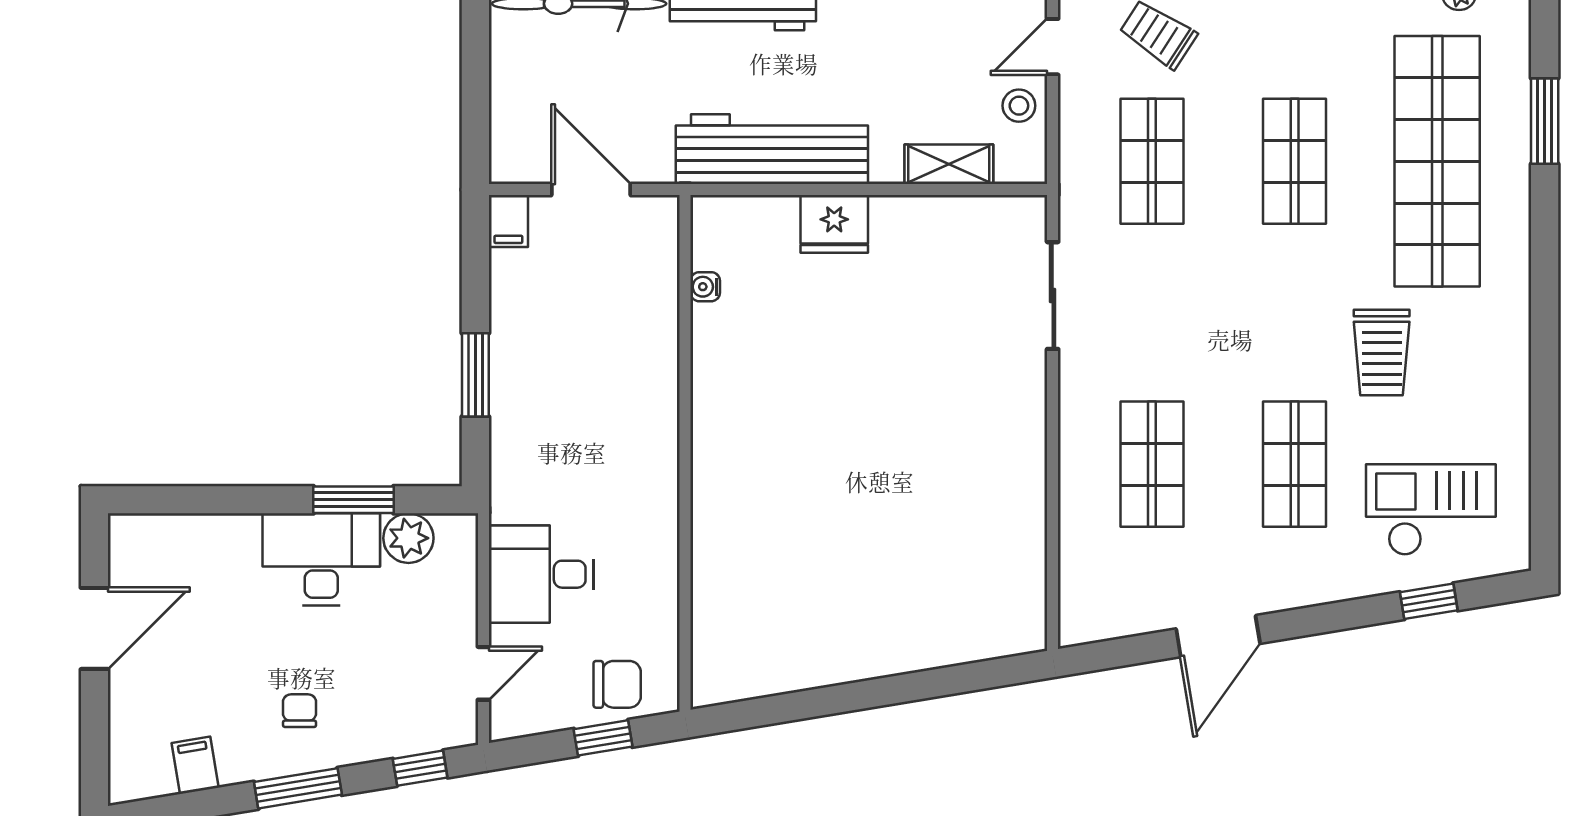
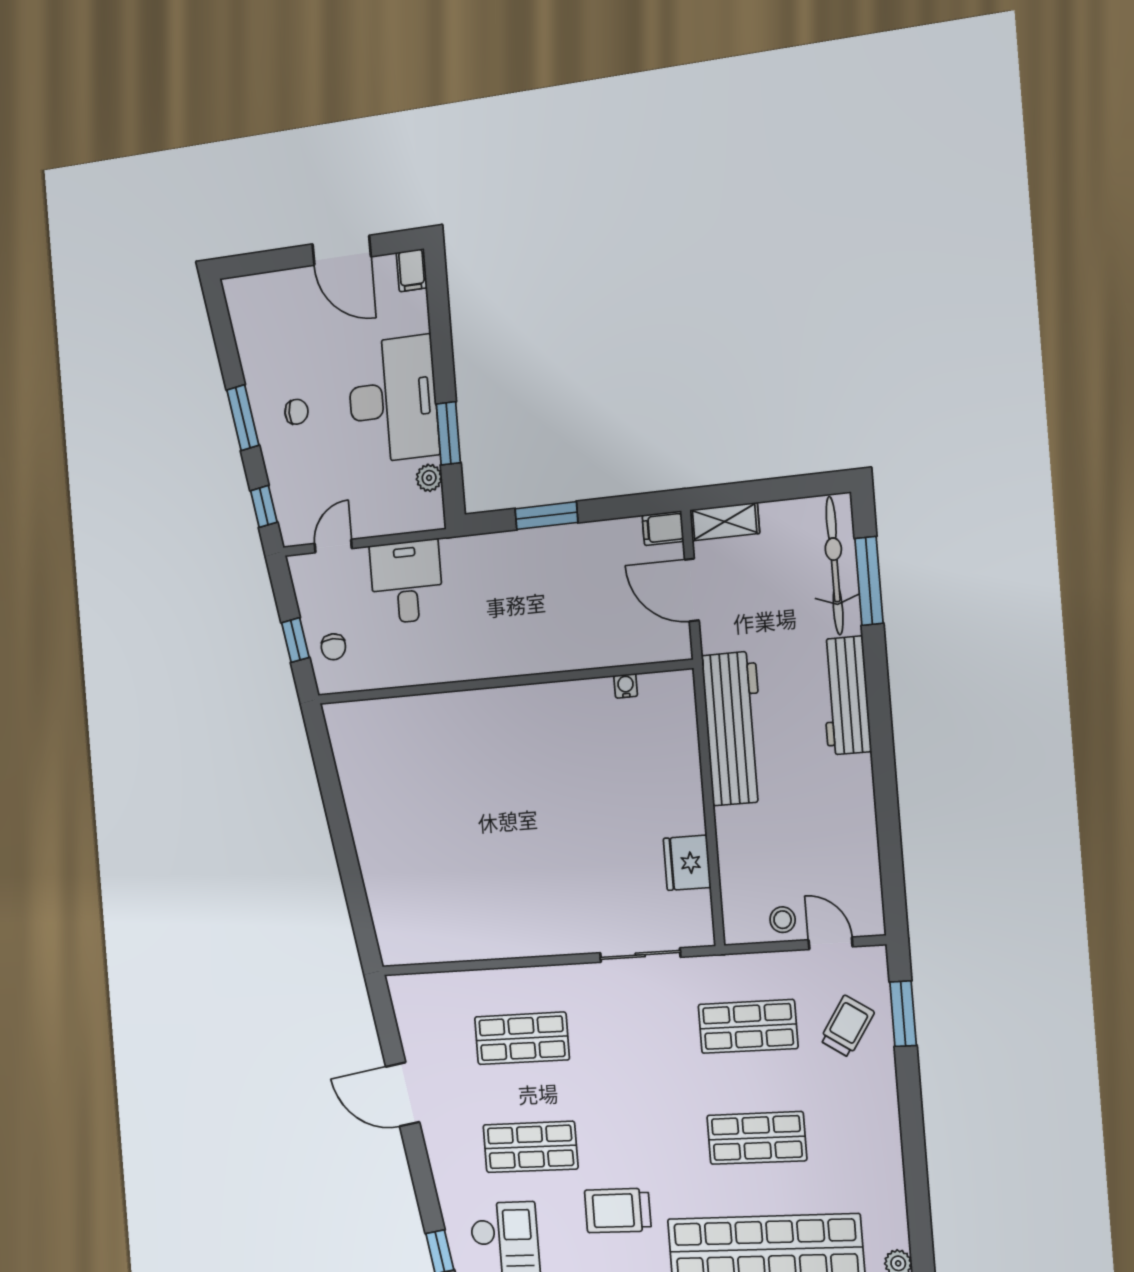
shelving: (949, 164) -> (725, 522), moved, turned 90
door: (591, 190) -> (692, 590), swing flipped
fridge: (834, 224) -> (687, 863), moved
plant: (408, 538) -> (429, 478), width x0.73, depth x0.73
desk: (321, 559) -> (393, 400), width x1.36, depth x1.30
door: (483, 673) -> (333, 546), swing flipped
chair: (617, 684) -> (333, 647), width x0.73, depth x0.73
filing cabinet: (195, 765) -> (412, 270), moved, turned 99

